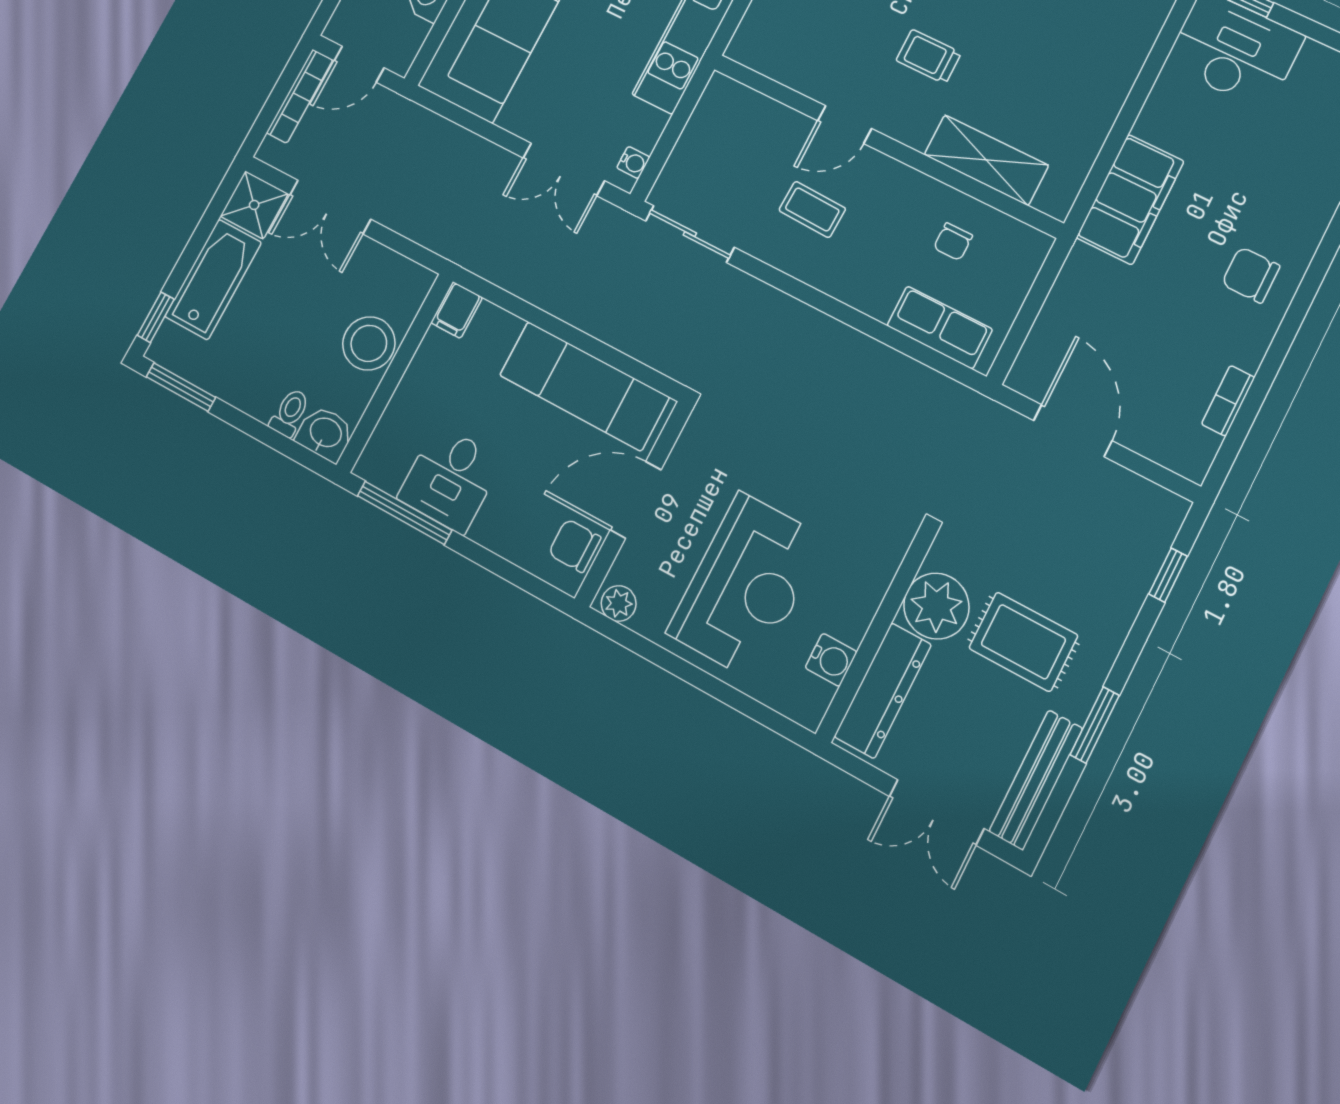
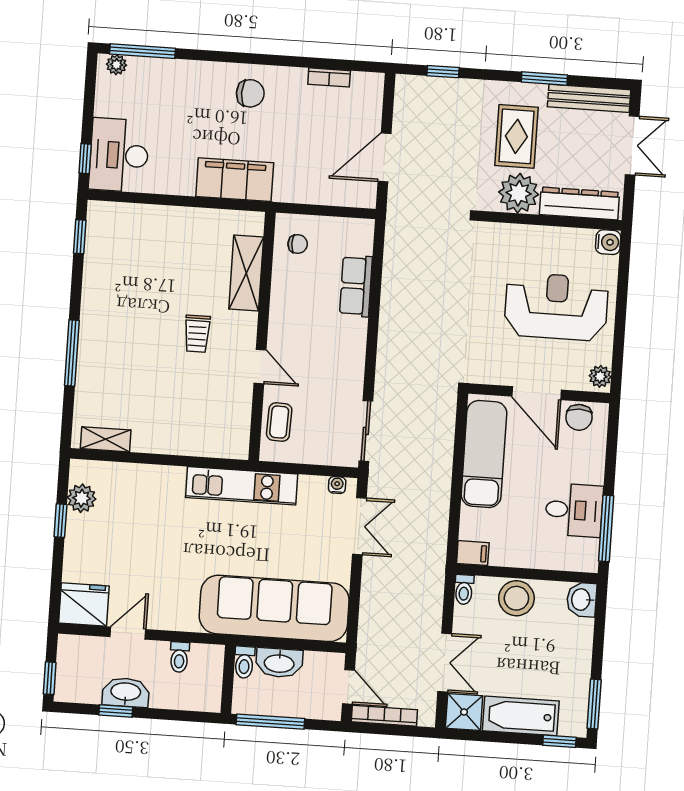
coffee table: (812, 209) -> (279, 422), moved
chair: (953, 242) -> (298, 244), moved
chair: (1251, 275) -> (250, 93), turned -90
row of seats: (940, 327) -> (356, 286), moved
toilet: (290, 413) -> (464, 590), moved, turned -90
water cooler: (831, 660) -> (608, 242), moved, turned 90

